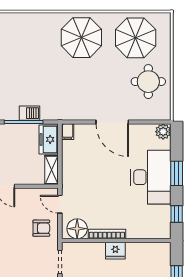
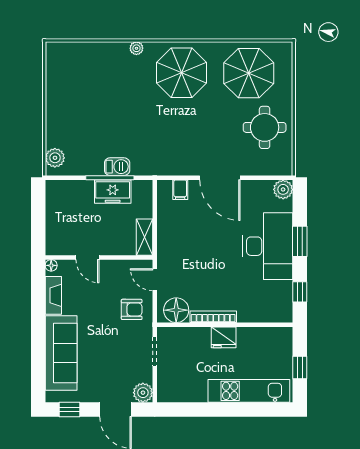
plant: (45, 18) -> (136, 48), added
filing cabinet: (68, 132) -> (180, 190), moved
freezer: (49, 139) -> (113, 192), moved, turned -90

